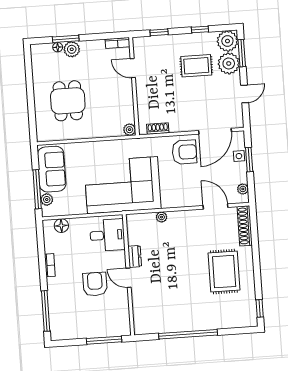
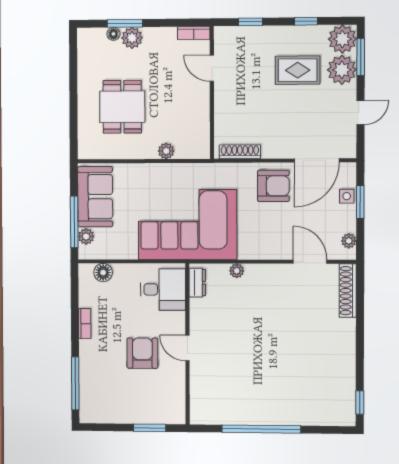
shoe rack: (158, 129) -> (240, 152), width x1.43
plant: (130, 130) -> (166, 151), moved
dresser: (135, 256) -> (197, 283), moved
rug: (224, 272) -> (315, 350), removed
window: (104, 340) -> (150, 428), width x0.69

